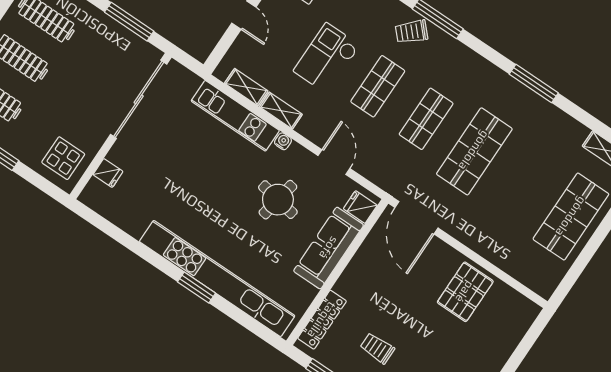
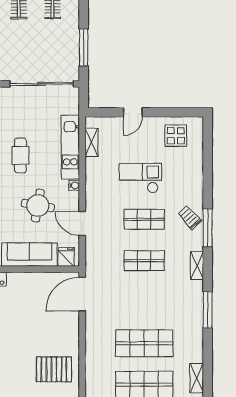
shelving: (281, 111) -> (197, 266), moved
shop shelf: (474, 151) -> (144, 343), moved
door: (334, 162) -> (82, 224), swing flipped
cafe table: (206, 180) -> (20, 155), added
pallet: (465, 292) -> (54, 369), moved

